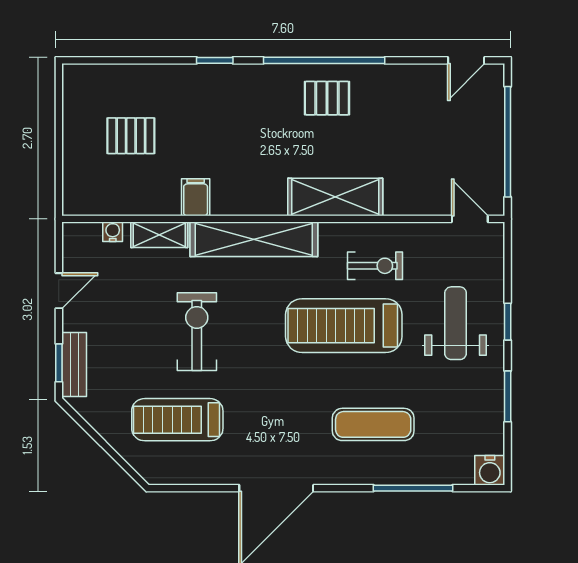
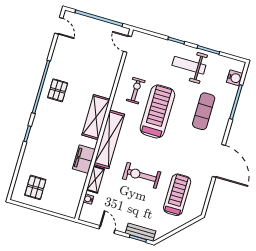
pallet: (131, 136) -> (35, 187), moved
filing cabinet: (196, 197) -> (84, 159), width x2.00
shelving: (335, 197) -> (96, 117), moved
door: (470, 219) -> (127, 44), hinge flipped
weight bench: (456, 323) -> (189, 65), moved
treadmill: (344, 326) -> (157, 111), turned 180
treadmill: (177, 420) -> (177, 195), turned 180
water cooler: (490, 470) -> (235, 78), moved

